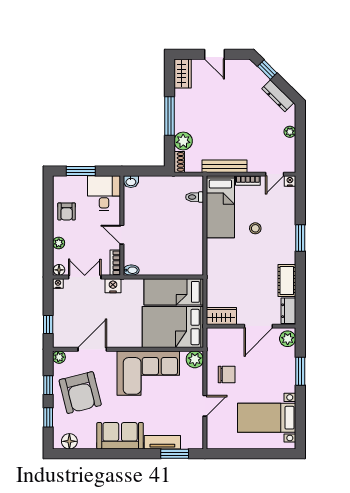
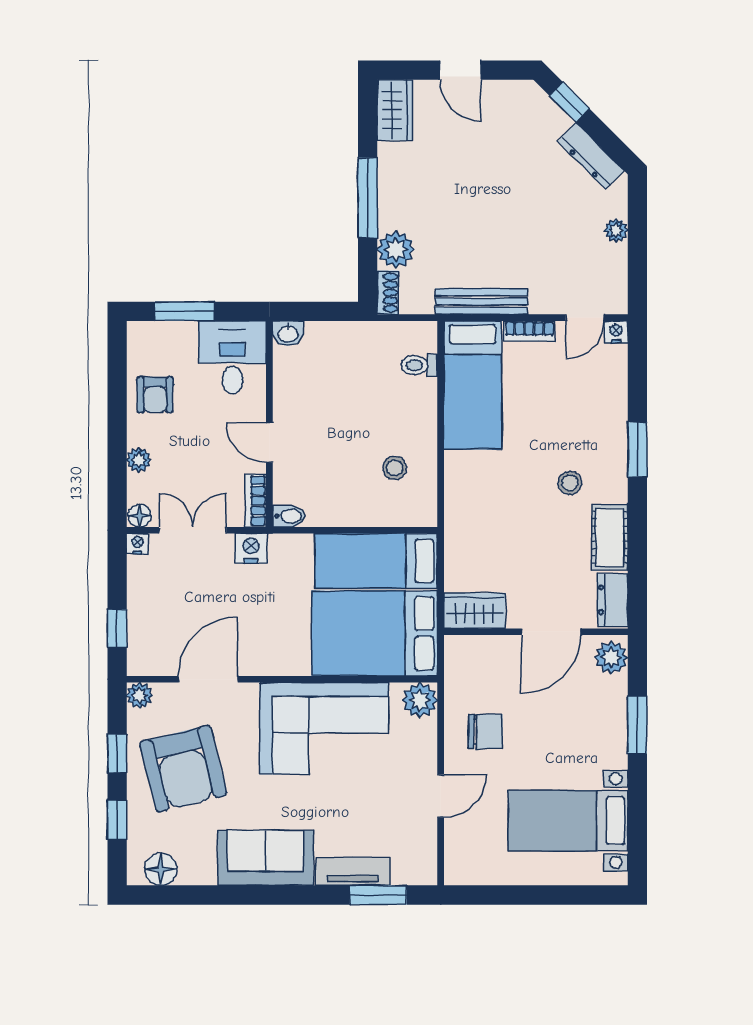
stool: (255, 228) -> (570, 483), moved
stool: (183, 247) -> (395, 468), added

